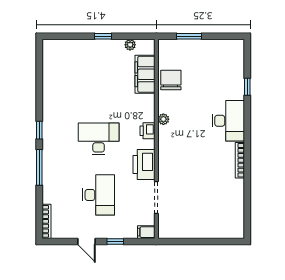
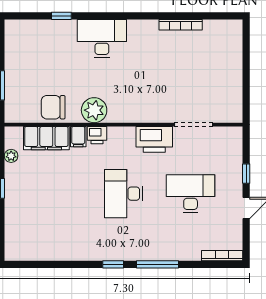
plant: (163, 119) -> (94, 110), width x1.88, depth x1.88
printer: (147, 131) -> (97, 135), moved
bookcase: (240, 160) -> (181, 25), moved
filing cabinet: (146, 232) -> (78, 137), moved

